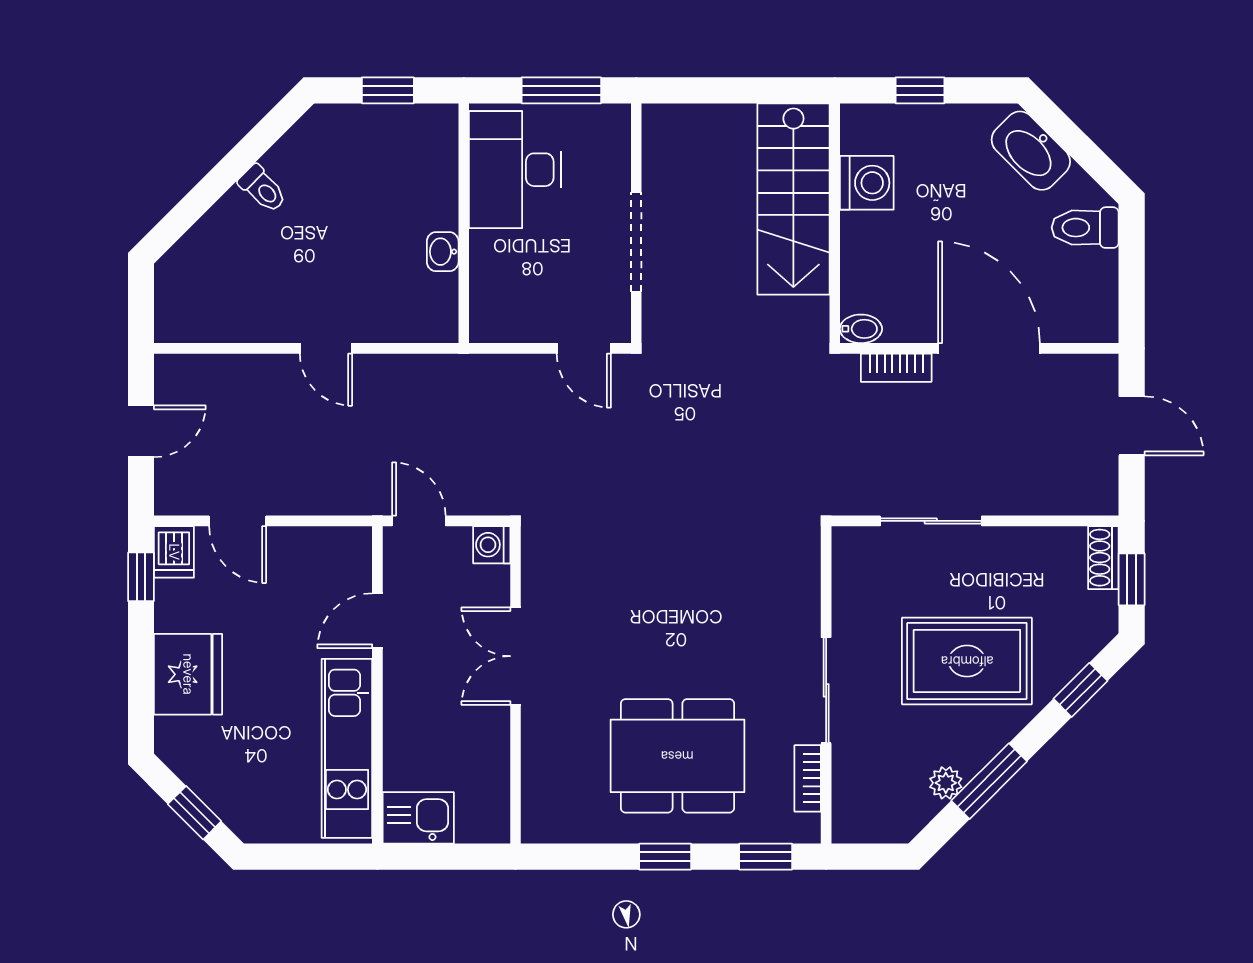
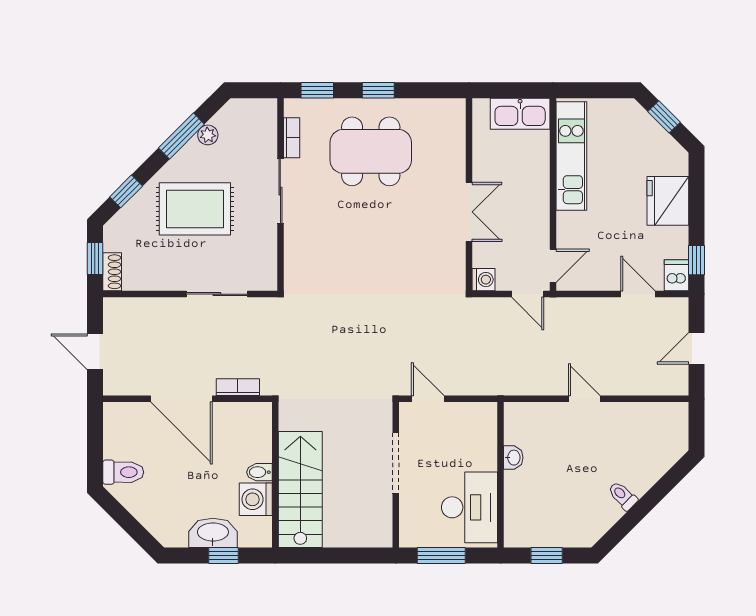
washbasin: (1031, 151) -> (213, 533), moved, turned -45
bidet: (861, 329) -> (259, 472), moved
door: (377, 621) -> (553, 266), moved
kitchen sink: (418, 818) -> (520, 114), width x1.38

